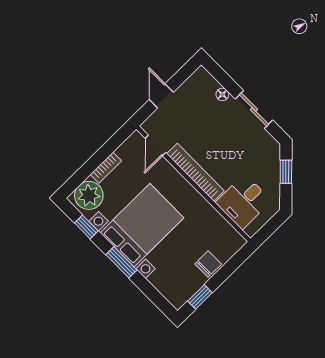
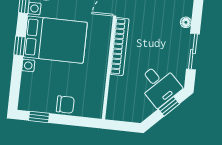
desk: (243, 202) -> (159, 85), moved, turned -135
window: (121, 262) -> (19, 46), width x0.67

